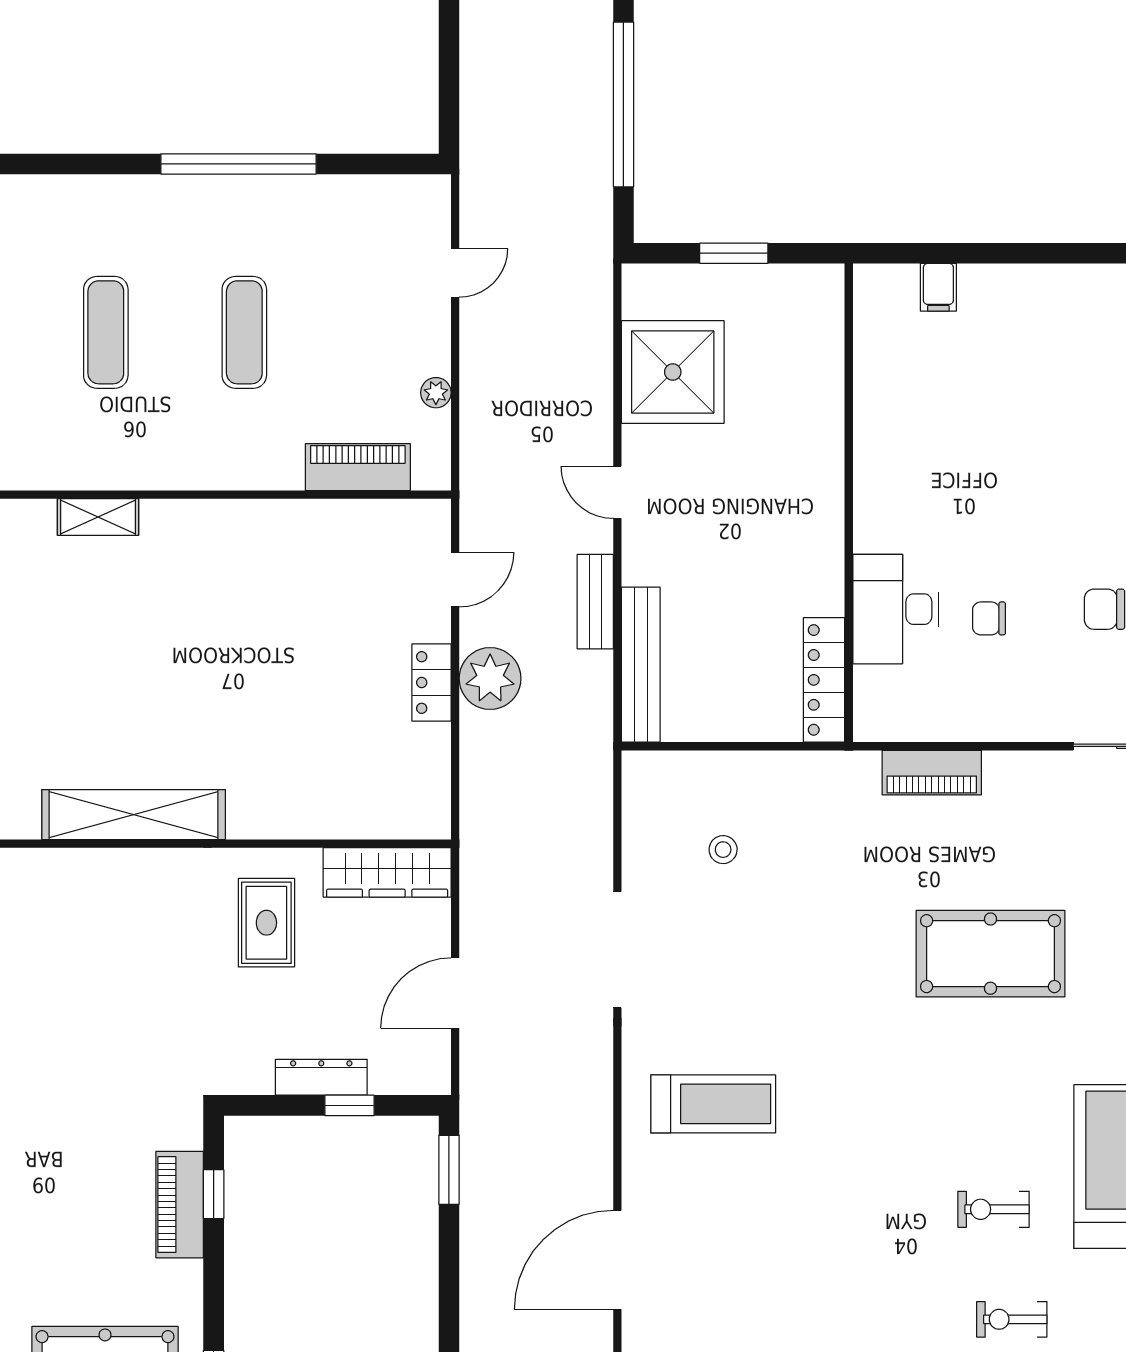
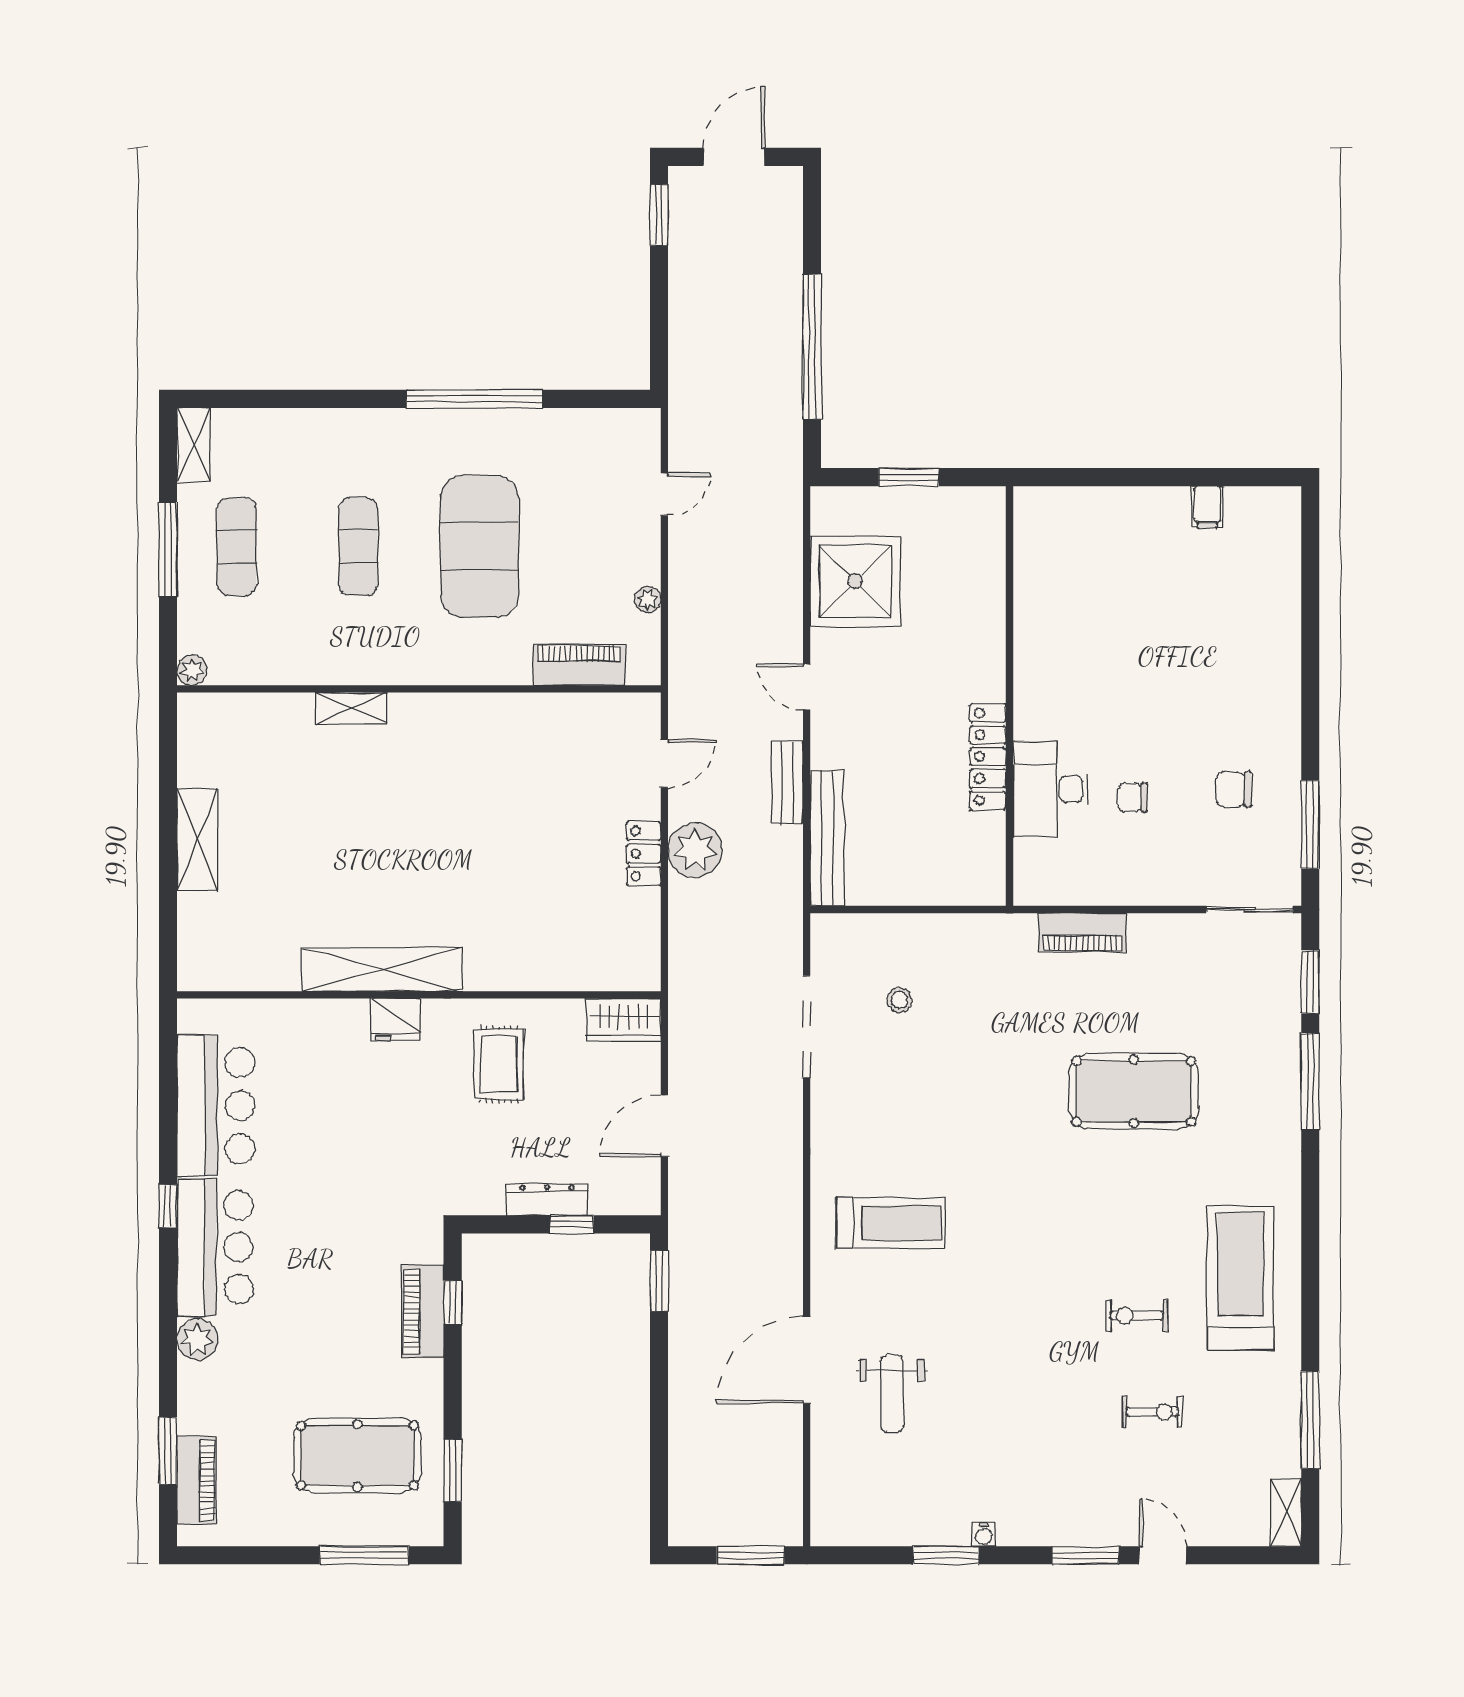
filing cabinet: (938, 287) -> (1207, 507), moved
exercise mat: (244, 332) -> (480, 547), width x2.00, depth x1.45
locker: (824, 680) -> (988, 757), moved
fridge: (149, 872) -> (396, 1019), added
wardrobe: (387, 872) -> (623, 1020), width x0.67
doorway: (617, 950) -> (807, 1027), moved
weight bench: (715, 1298) -> (892, 1394), added
exercise bike: (1012, 1319) -> (1153, 1412), turned 180

